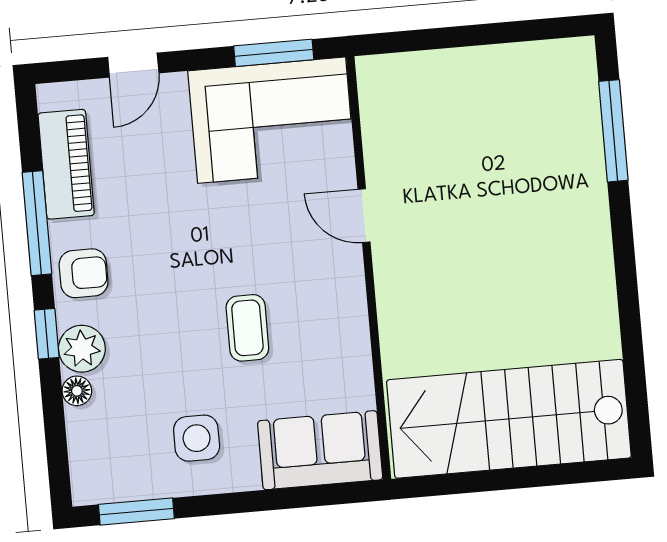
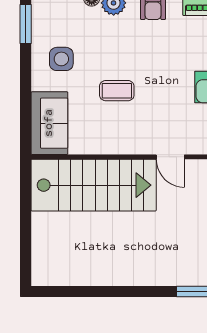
door: (364, 216) -> (170, 157), swing flipped
stairs: (509, 419) -> (94, 185), moved, turned 90

